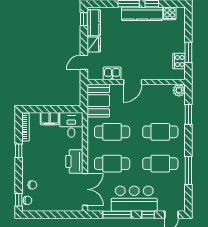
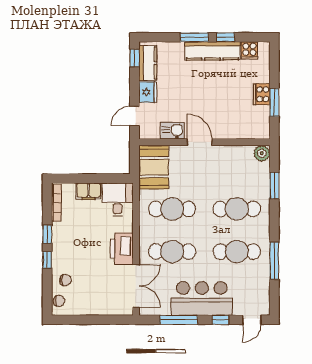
cooker: (179, 61) -> (262, 94), moved
door: (133, 82) -> (200, 142), swing flipped
window: (19, 200) -> (47, 260), moved

